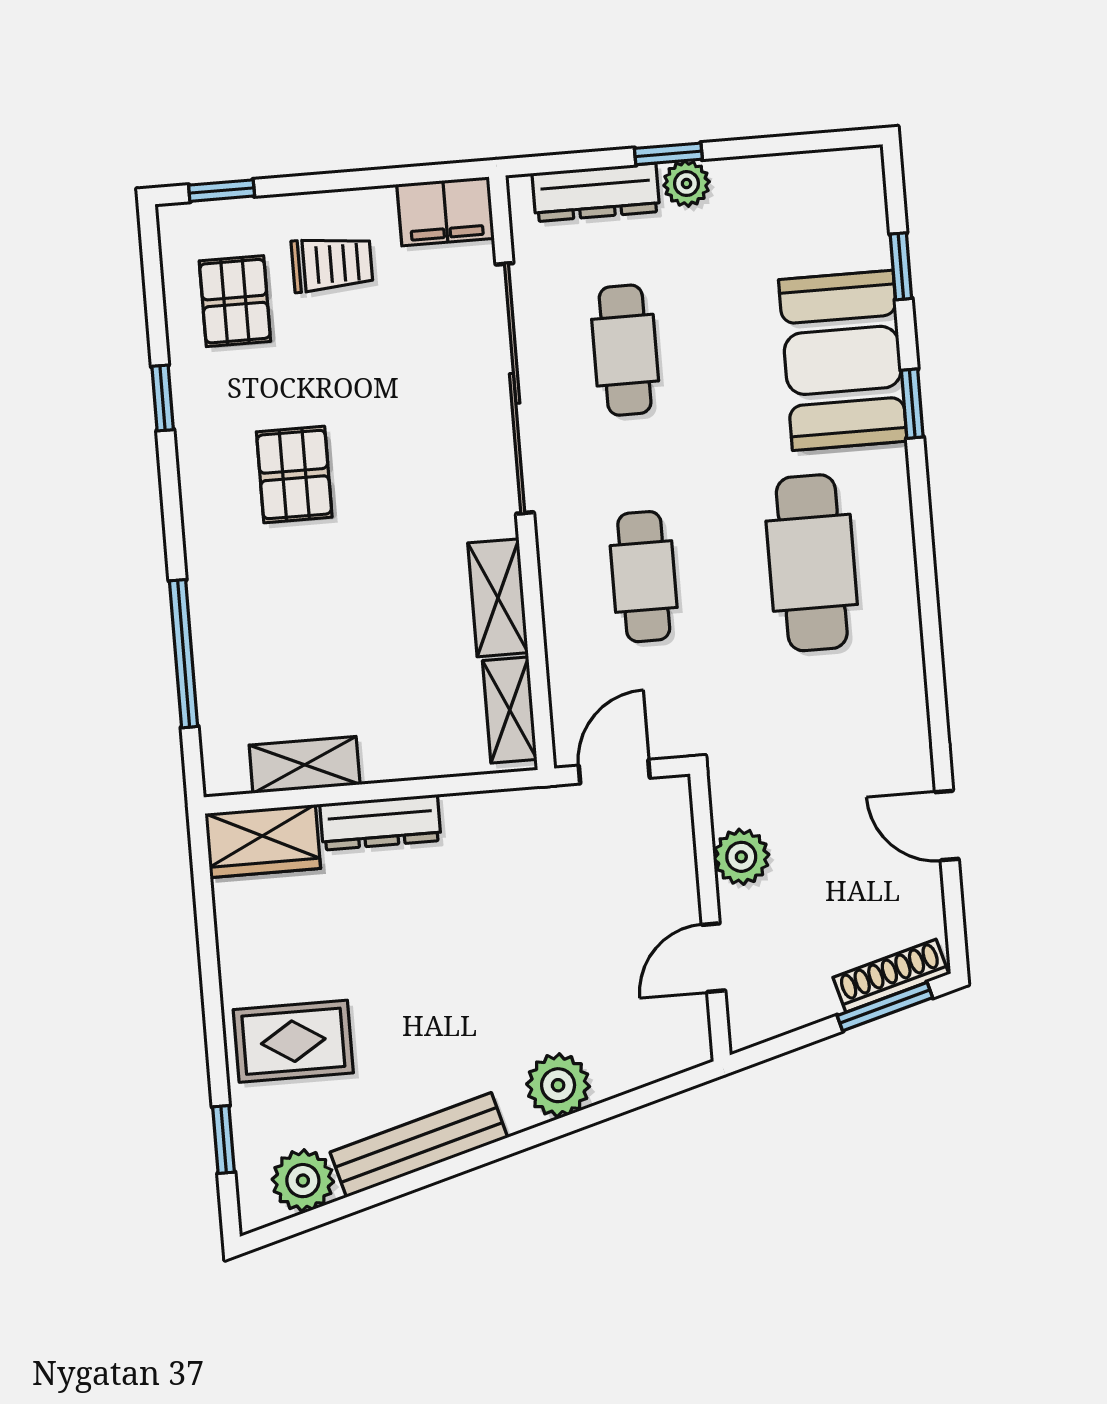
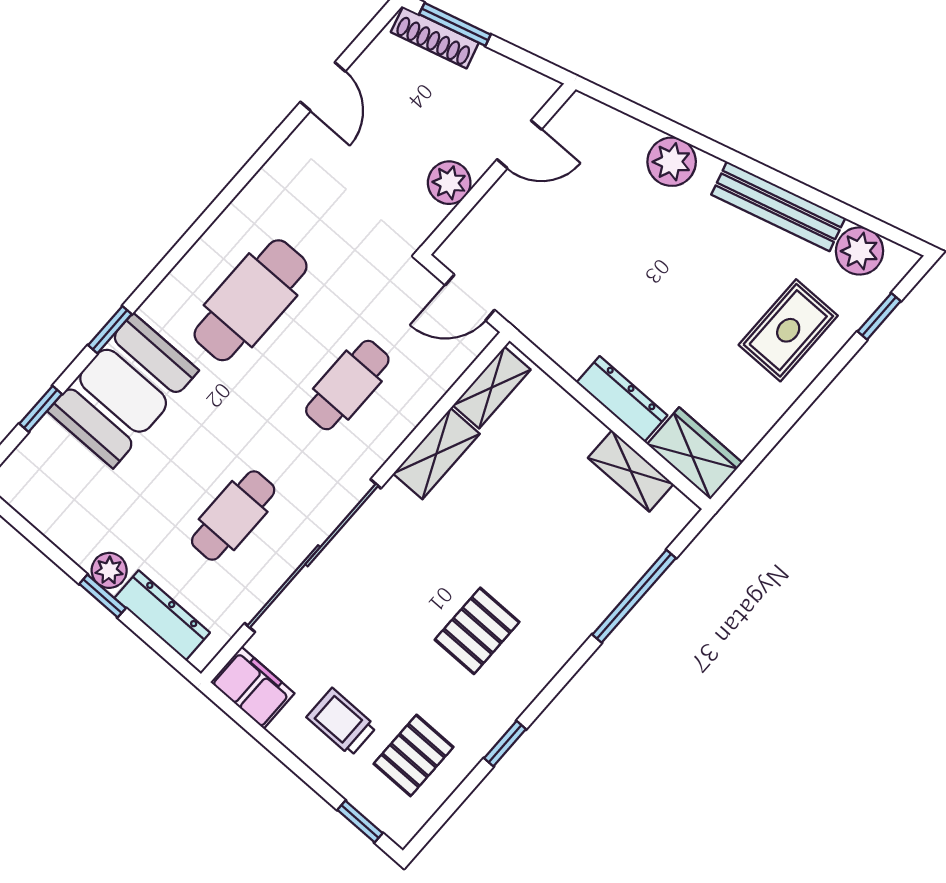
rug: (293, 1041) -> (788, 330), turned 90

